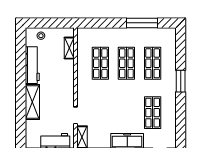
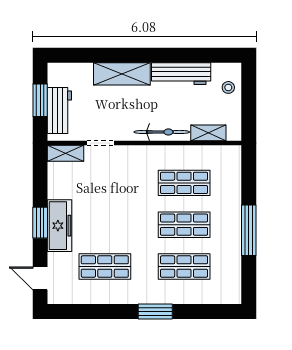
window: (142, 23) -> (249, 230), moved
bicycle: (69, 77) -> (162, 132), added

